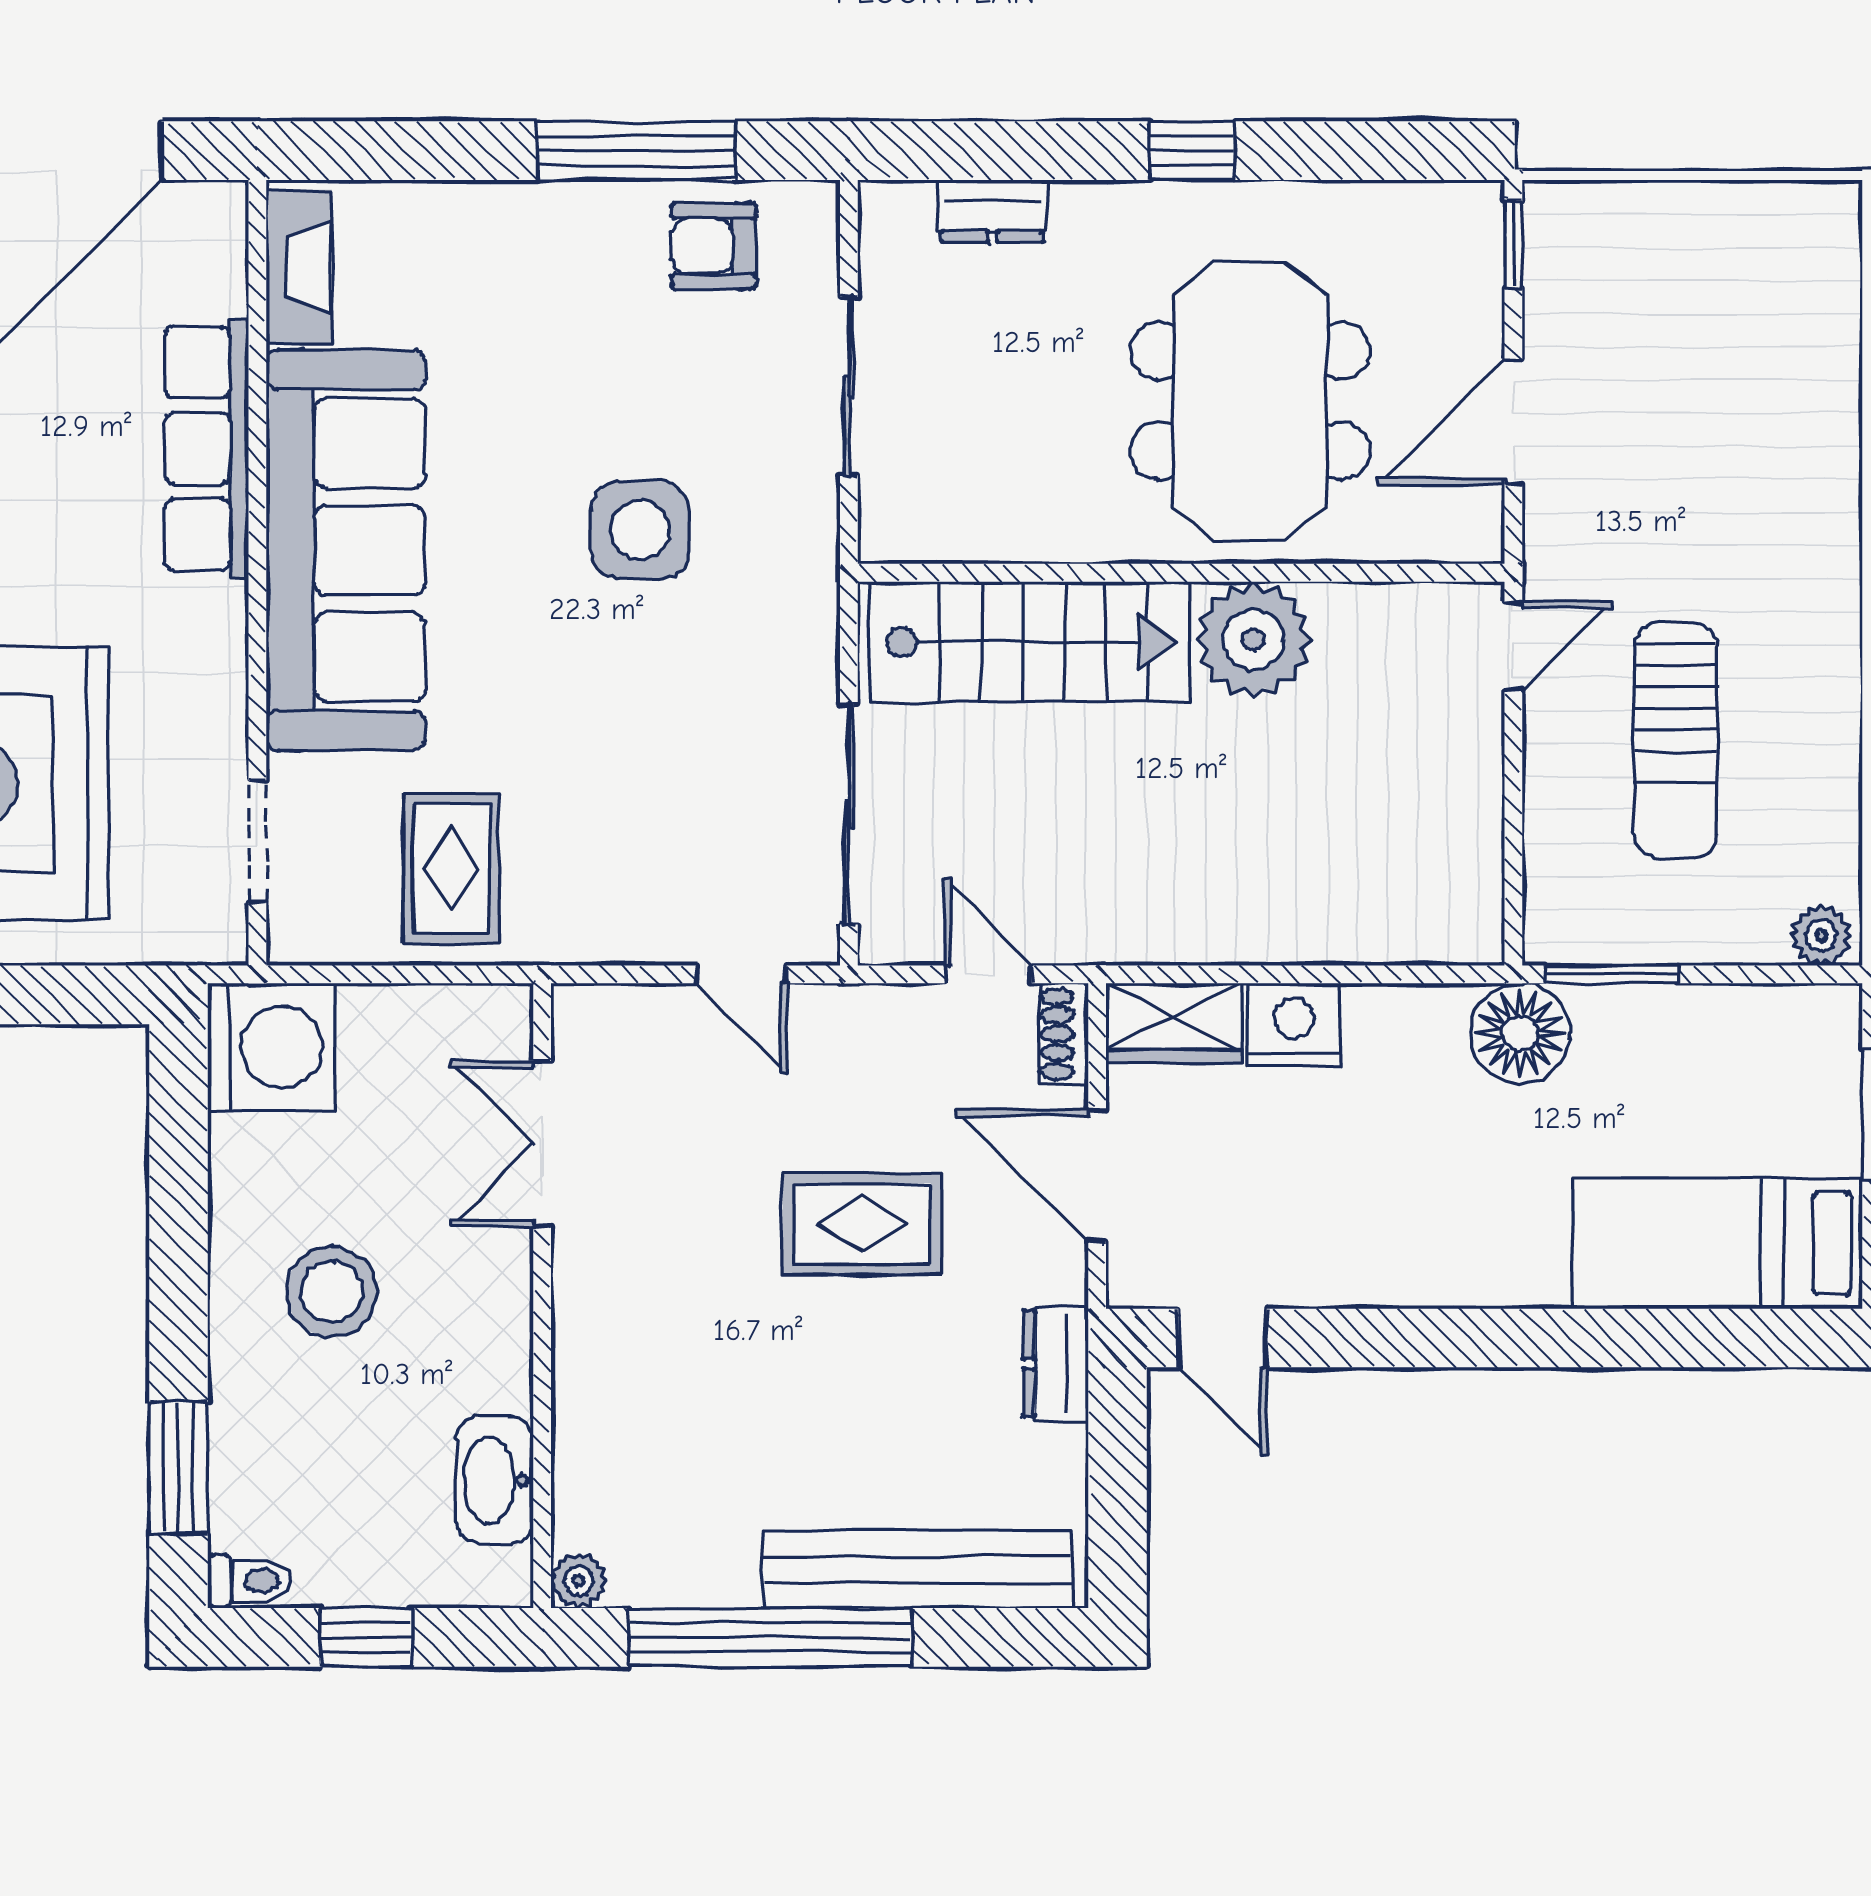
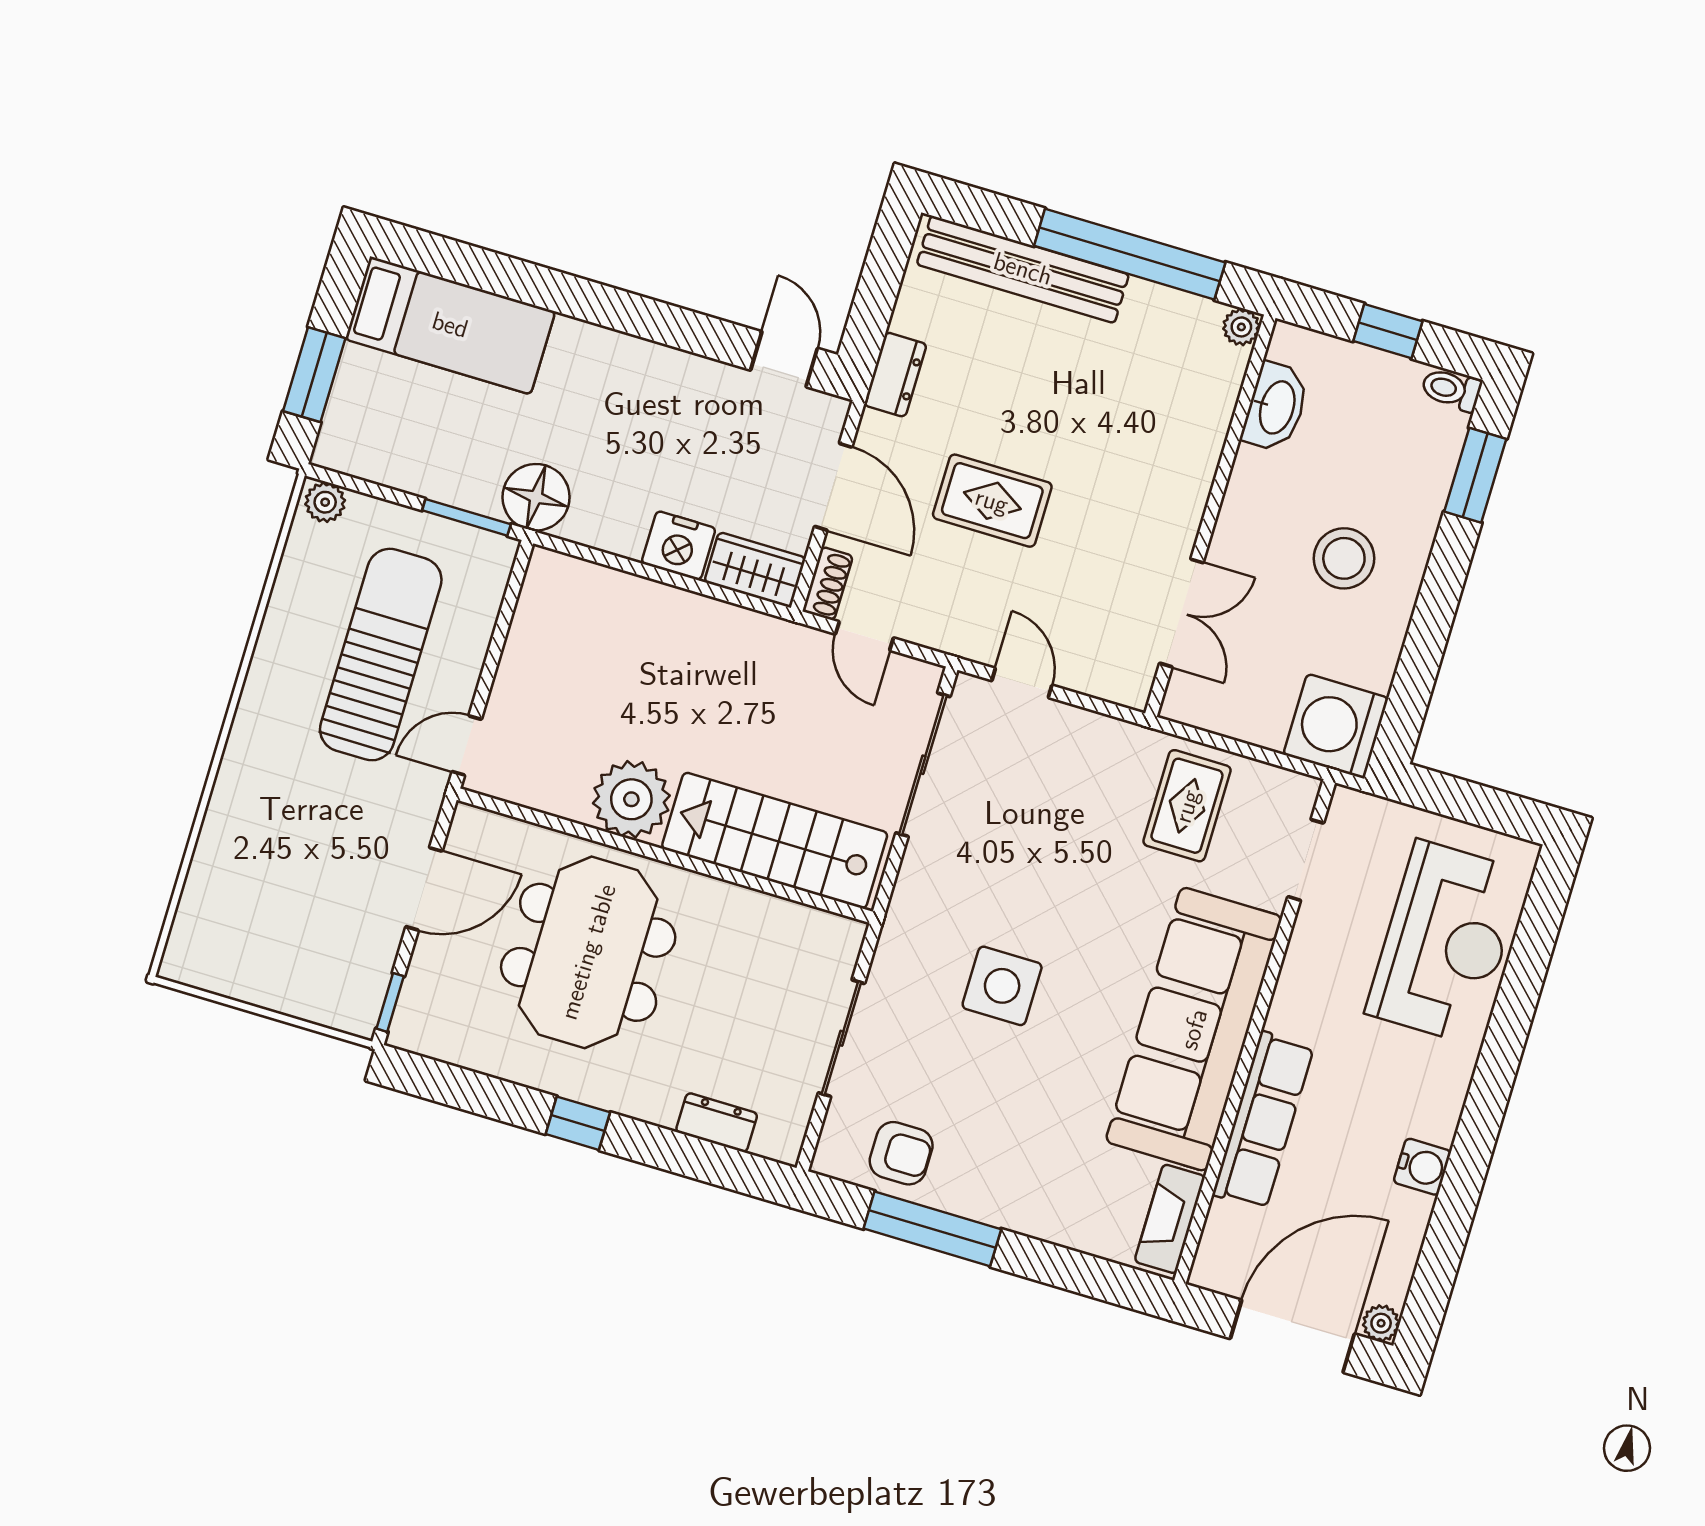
sun lounger: (1676, 740) -> (381, 655), width x1.36, depth x1.34

